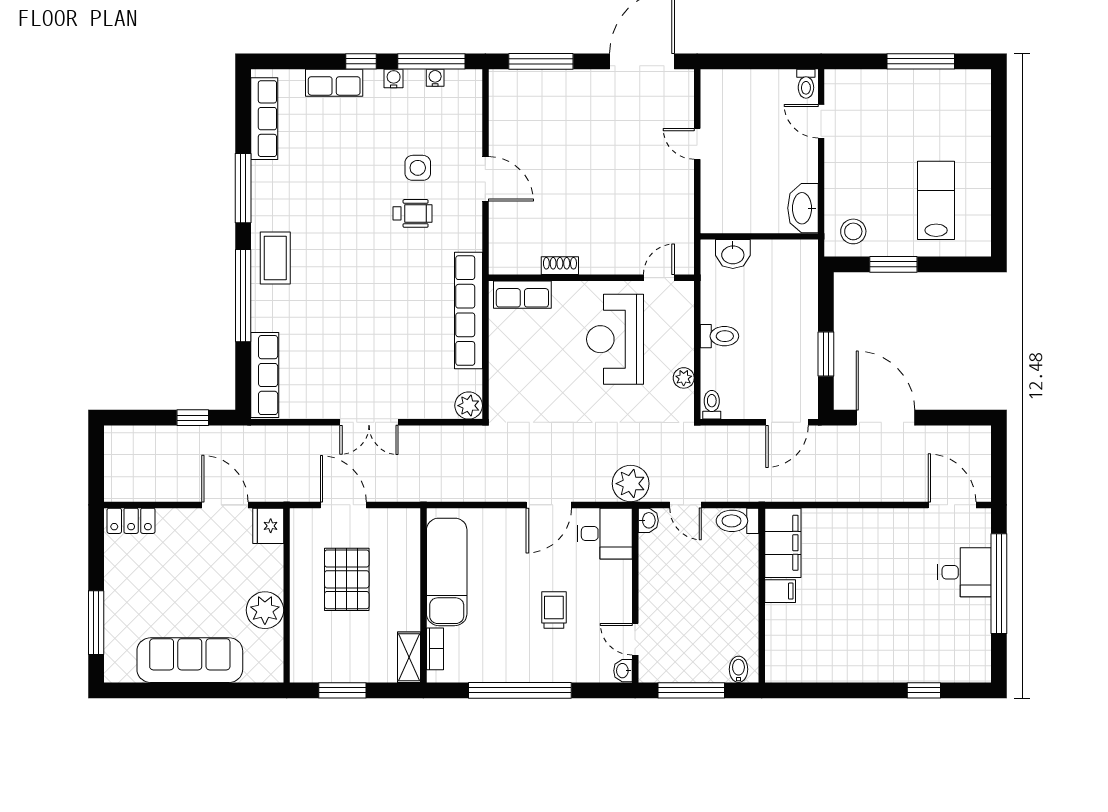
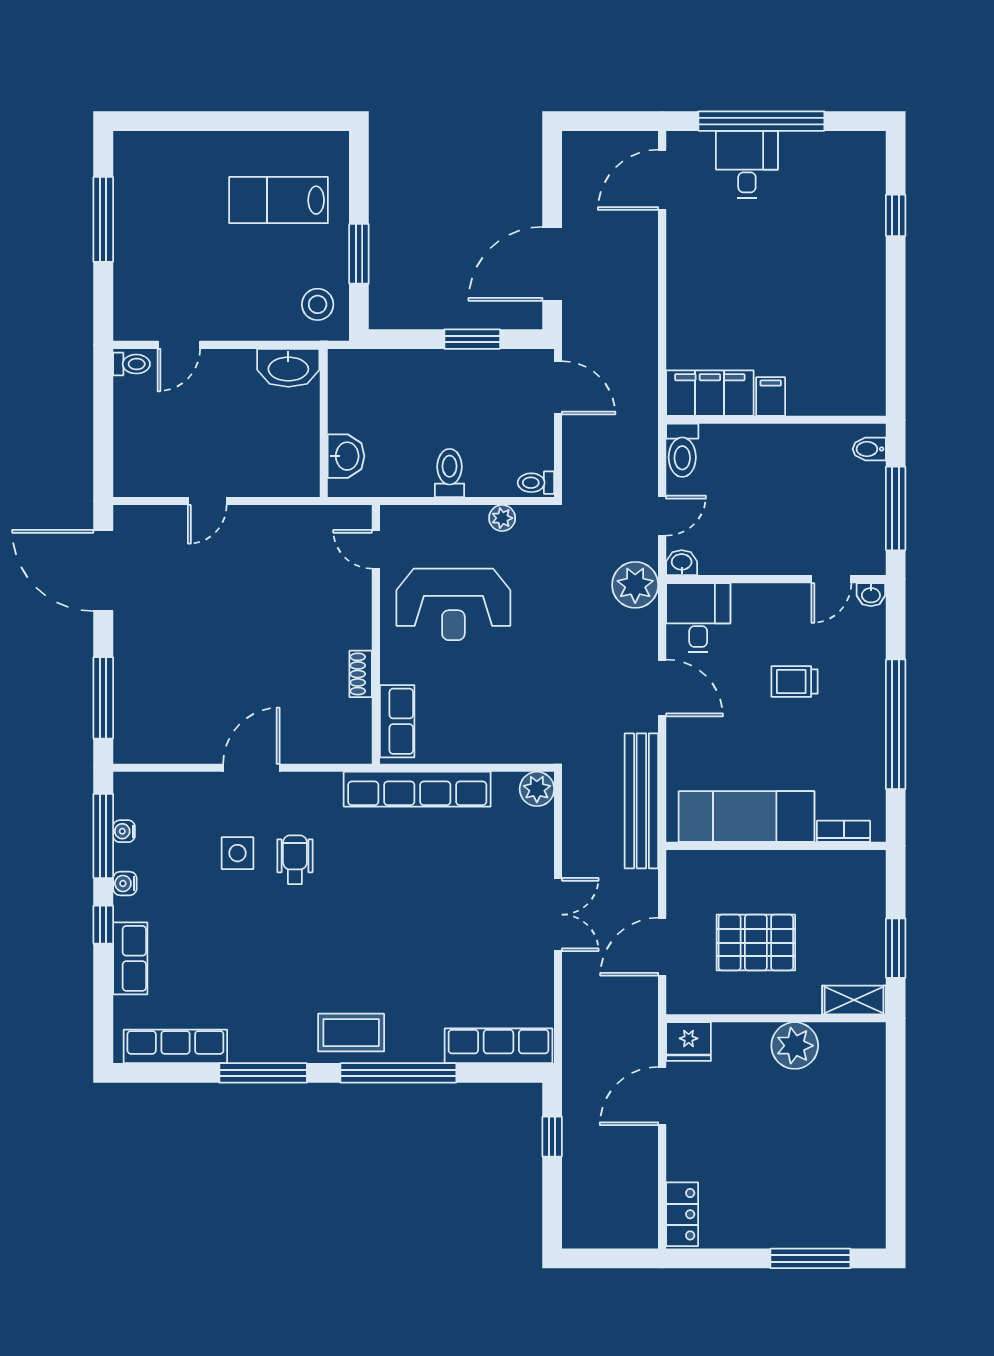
bench: (459, 488) -> (641, 801), added
shelving: (409, 657) -> (854, 1000), moved
sofa: (190, 660) -> (858, 1140), removed

